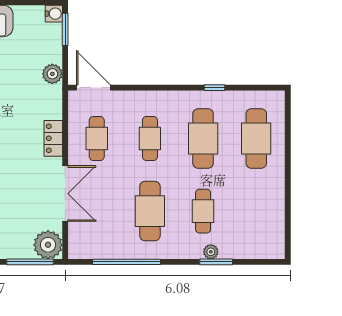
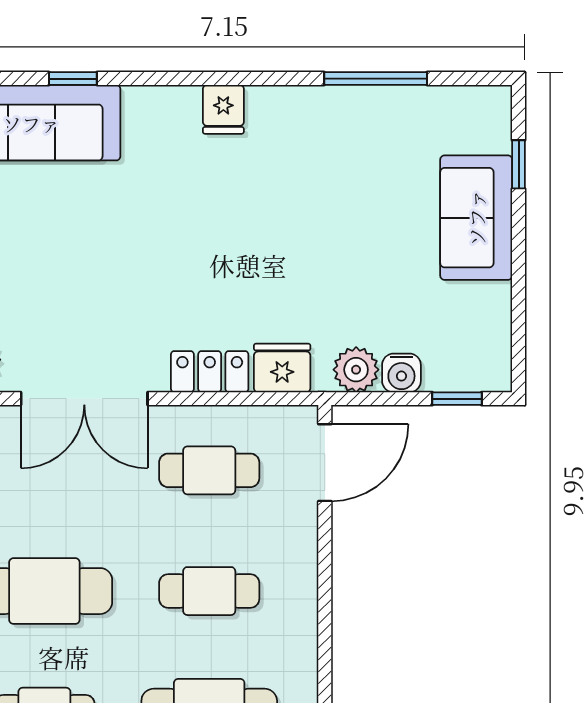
water cooler: (54, 14) -> (401, 373), moved
window: (65, 29) -> (457, 399), width x0.67
fridge: (52, 106) -> (282, 368), added

